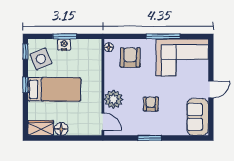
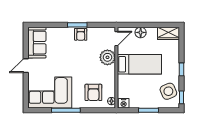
nightstand: (64, 45) -> (124, 103), moved
bed: (54, 89) -> (139, 64), moved, turned 180
armchair: (151, 104) -> (81, 34), moved
door: (103, 122) -> (116, 39), swing flipped
floor lamp: (61, 129) -> (141, 32), moved

